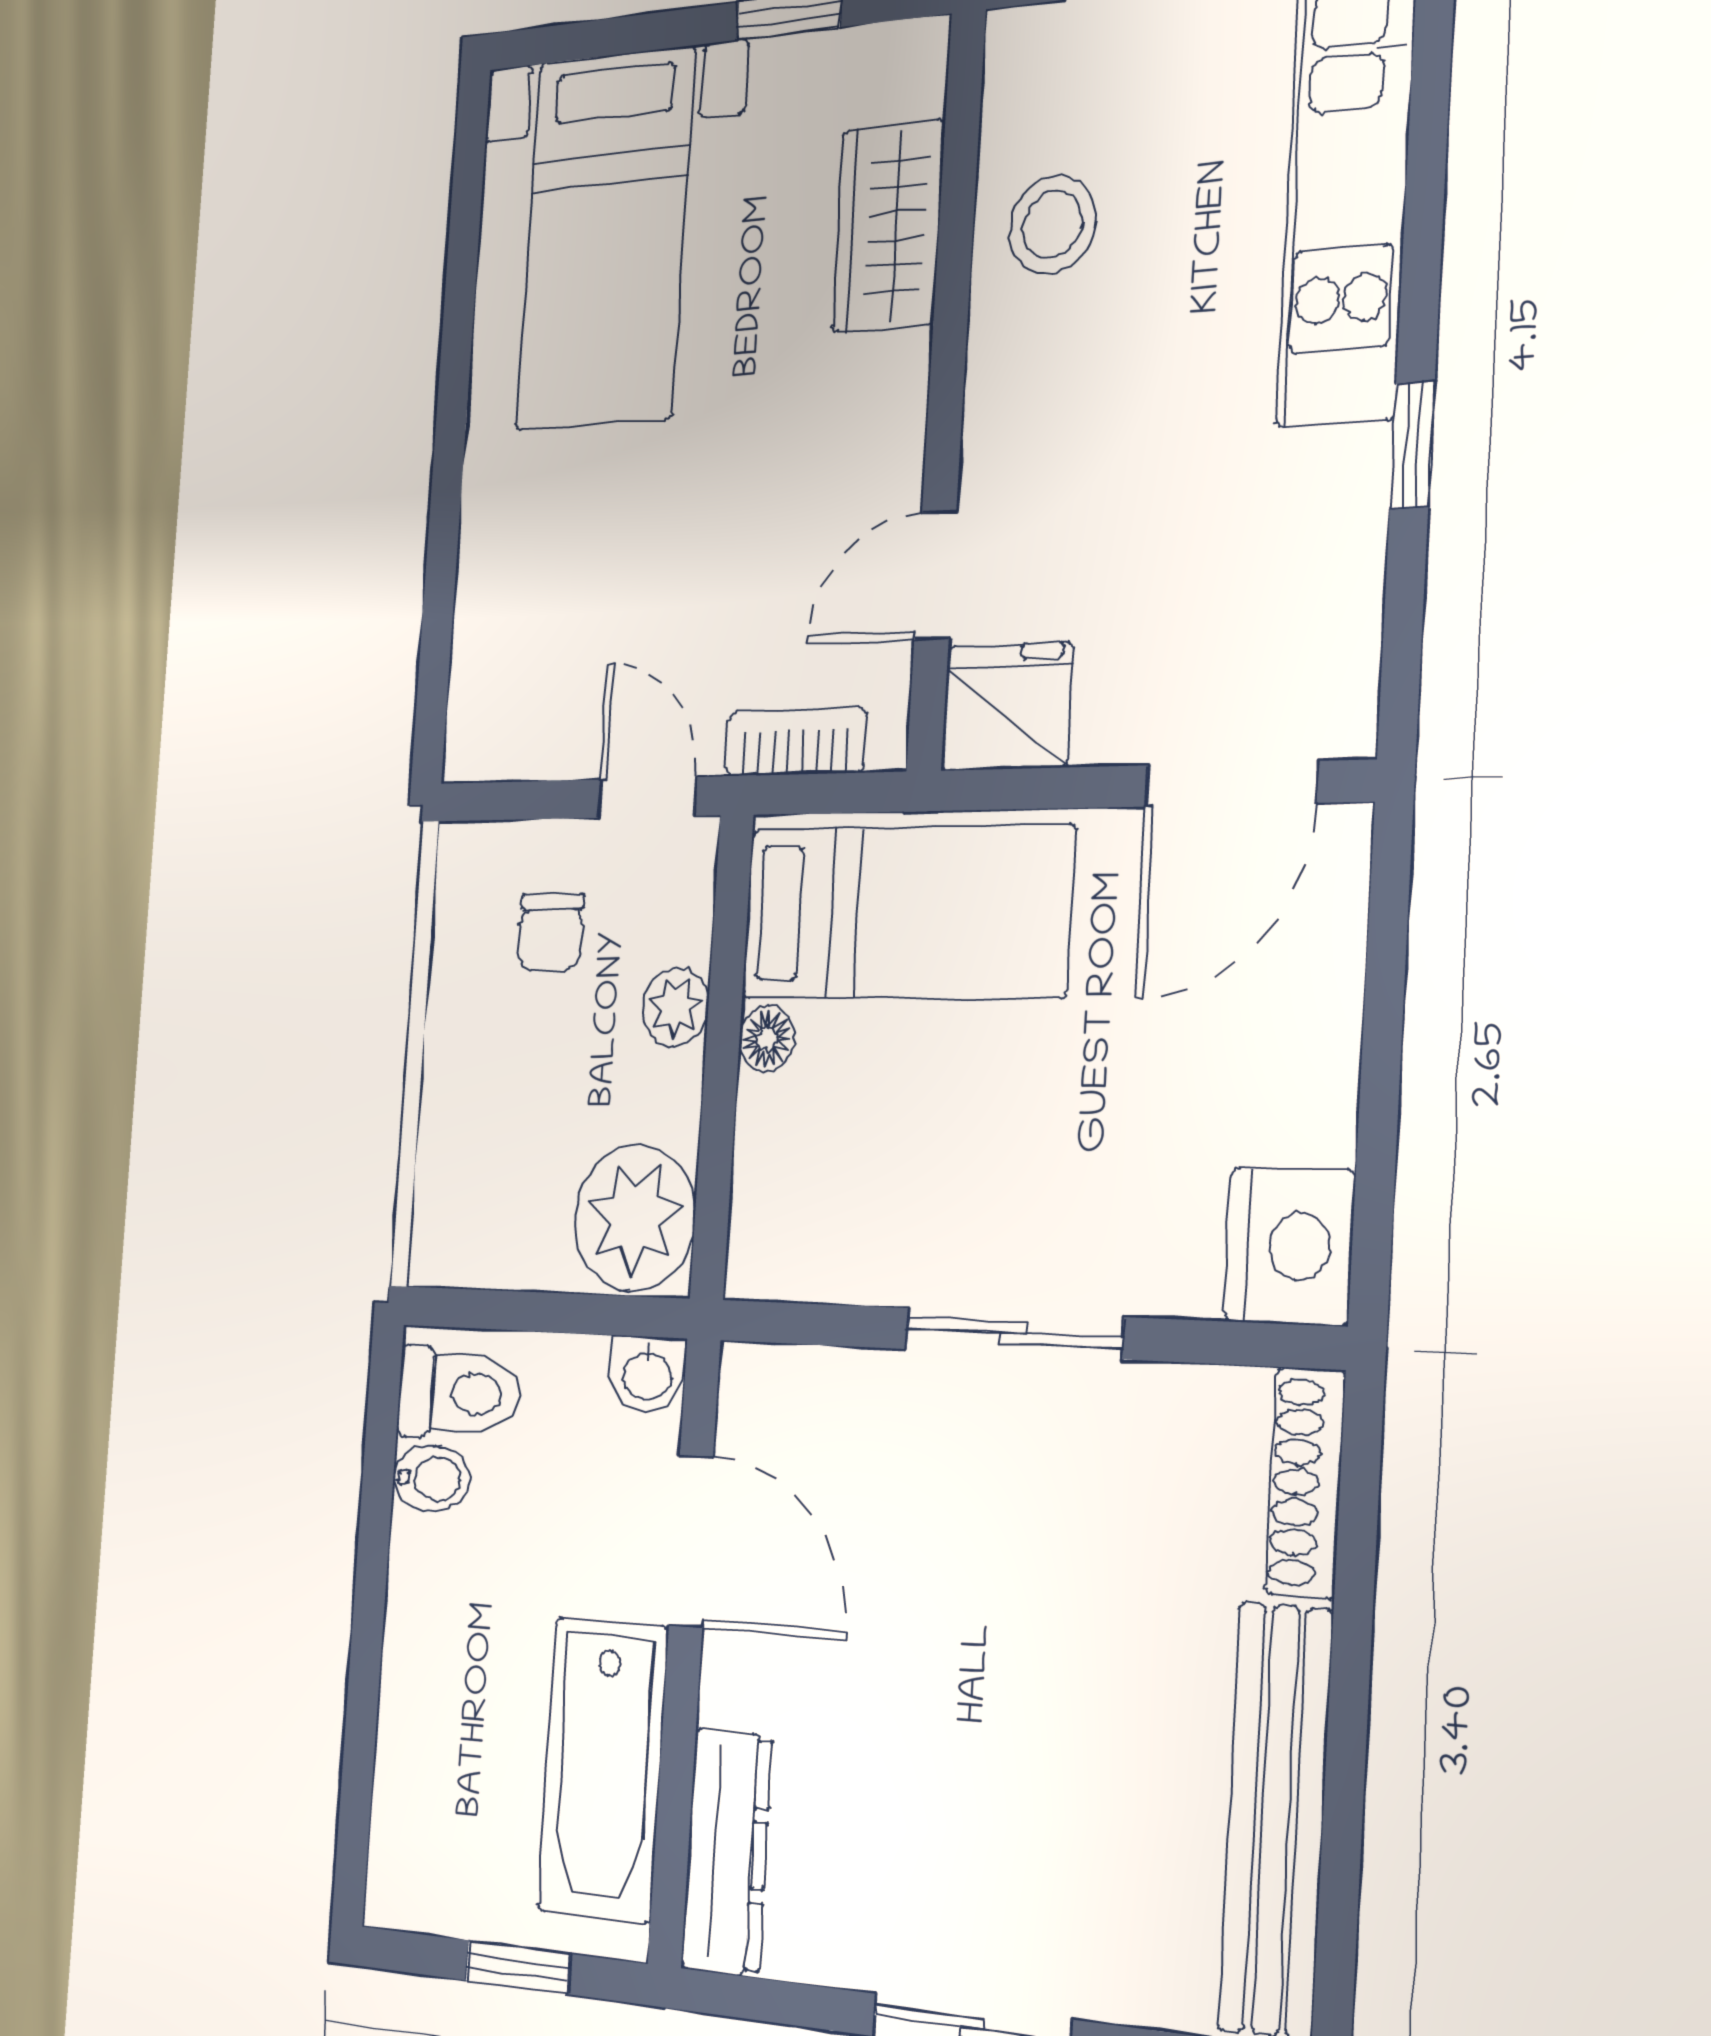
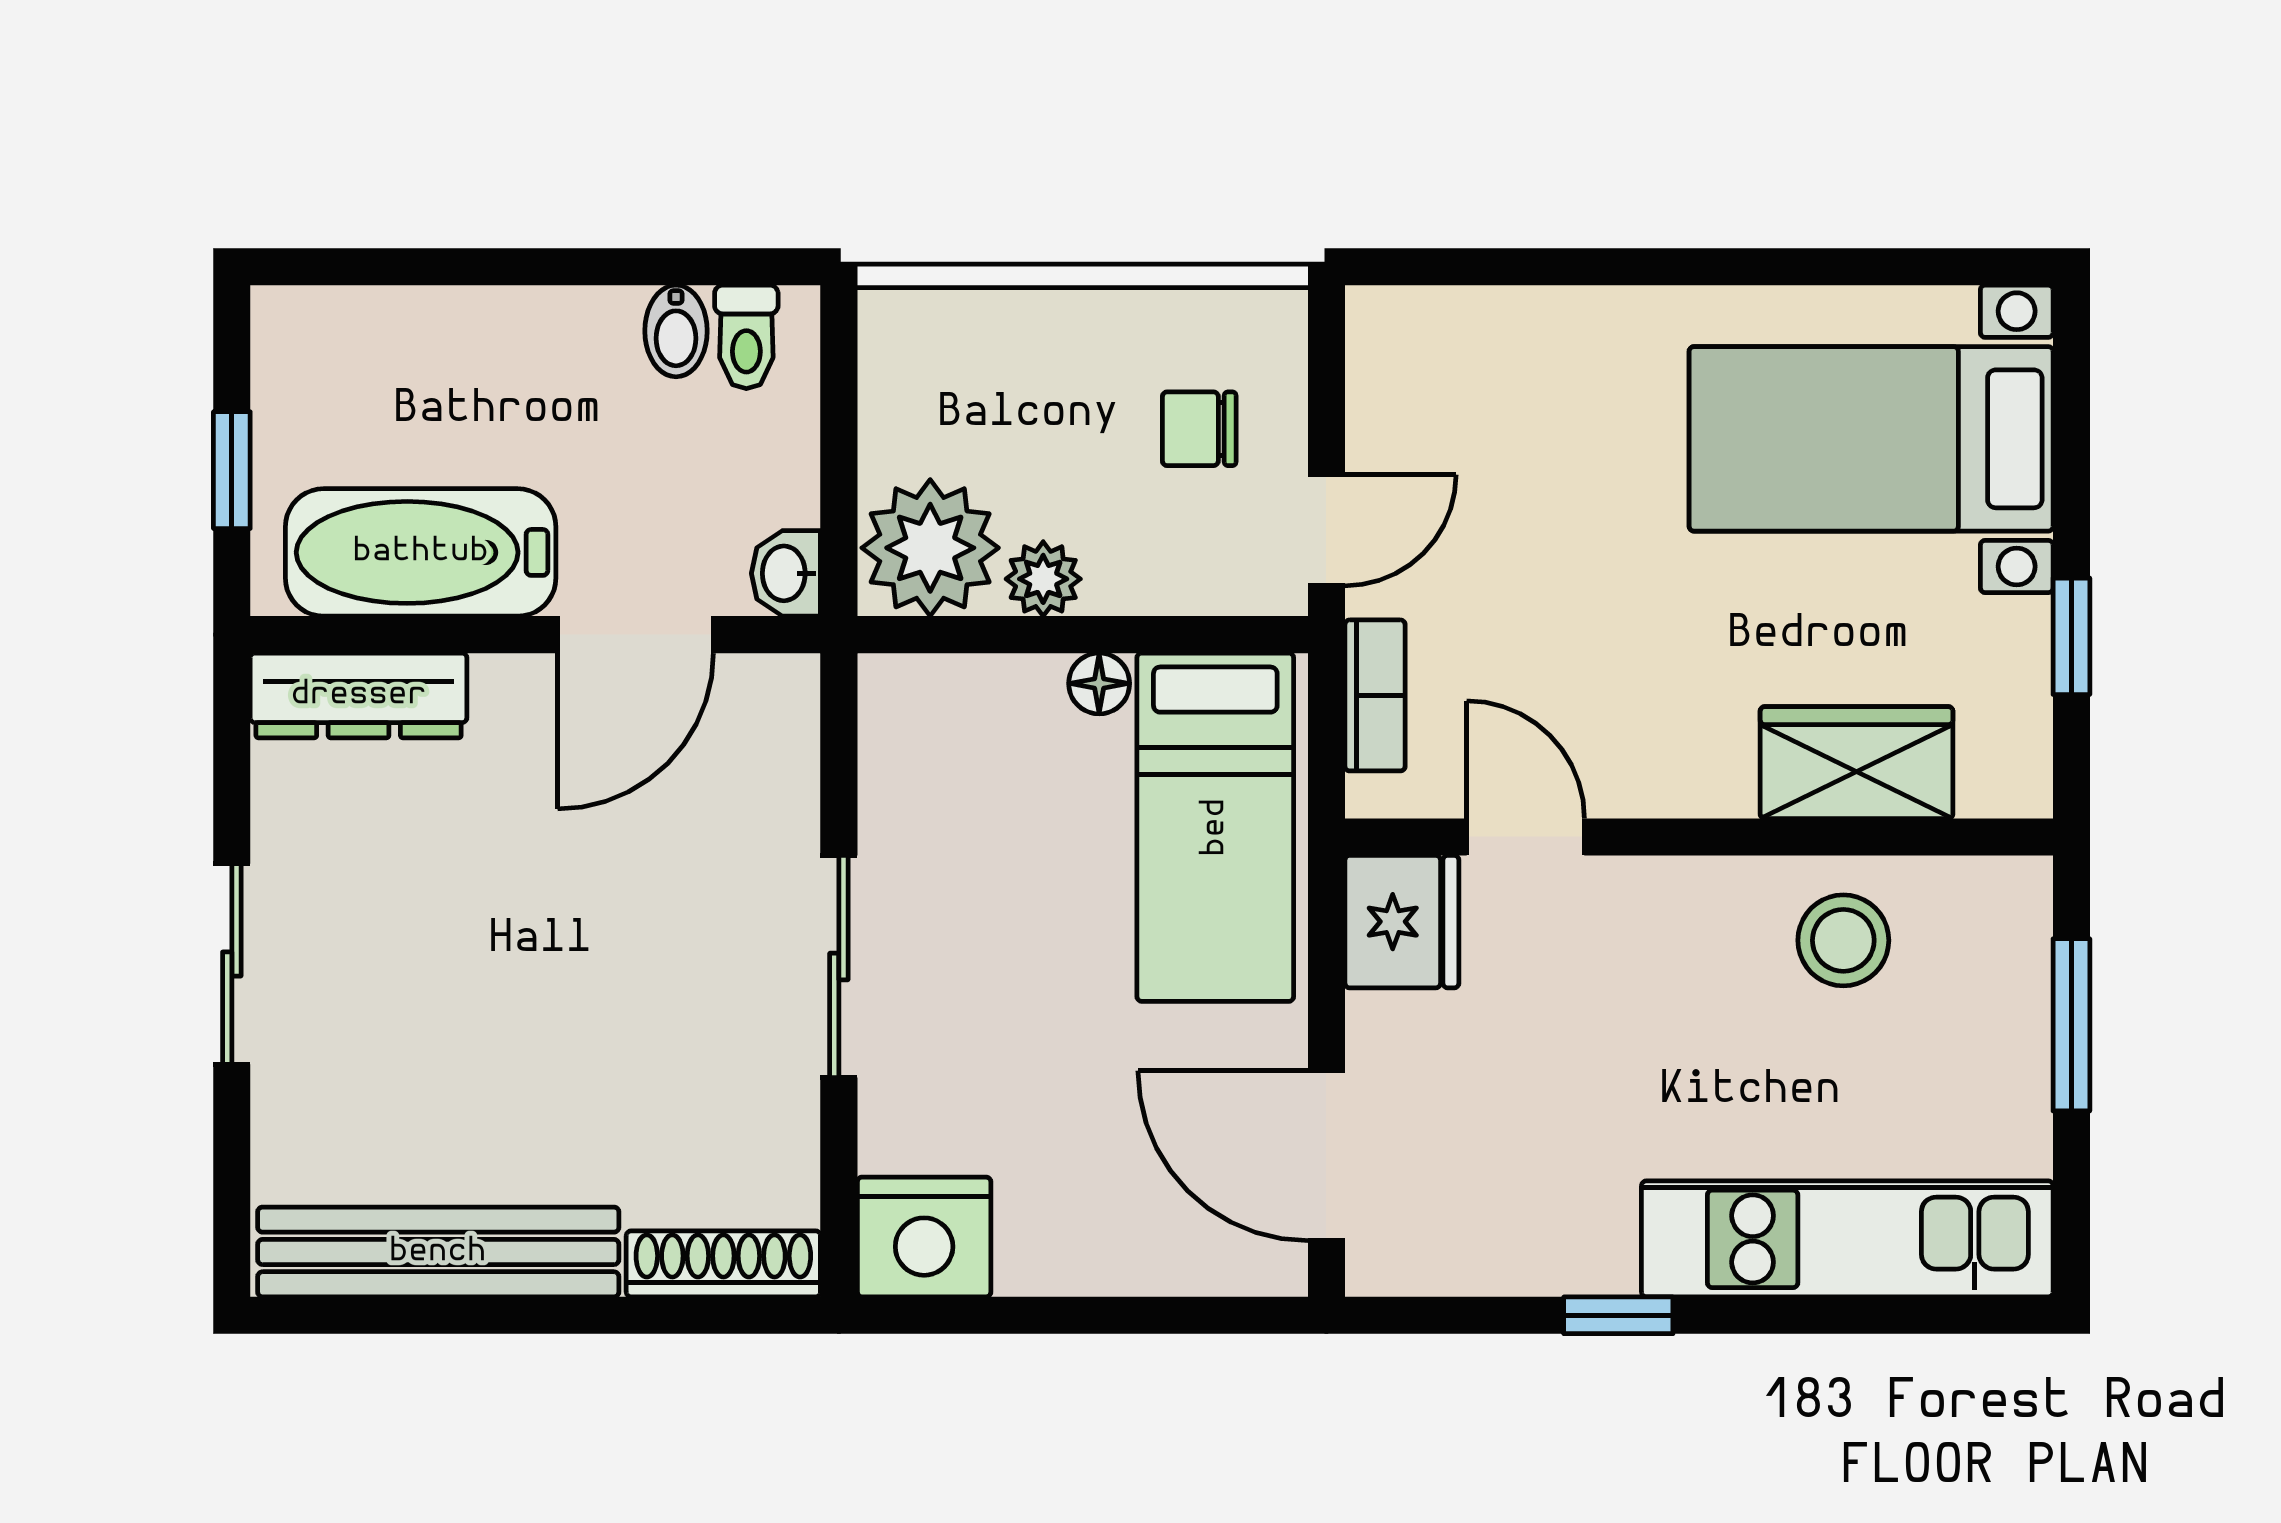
plant: (676, 1007) -> (1043, 579), moved
toilet: (459, 1393) -> (746, 337), width x0.73, depth x0.72

